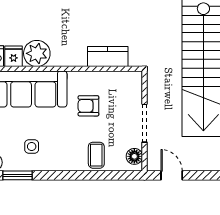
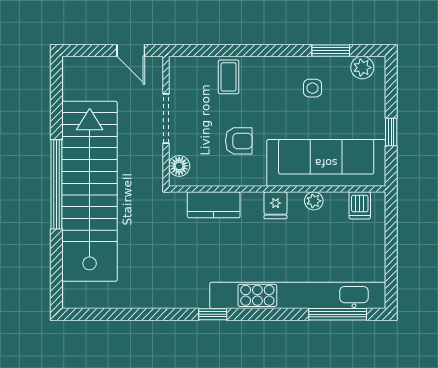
plant: (37, 53) -> (314, 201), width x0.53, depth x0.53
fridge: (14, 56) -> (276, 205), moved
floor lamp: (134, 156) -> (179, 166), moved

